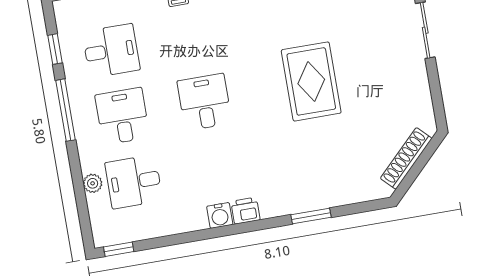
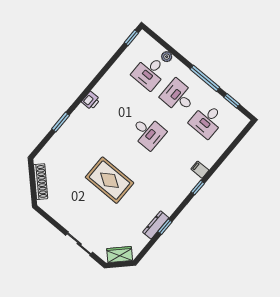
desk: (122, 116) -> (178, 96), turned 180
desk: (134, 182) -> (149, 72), turned 180
water cooler: (220, 215) -> (100, 89), removed

